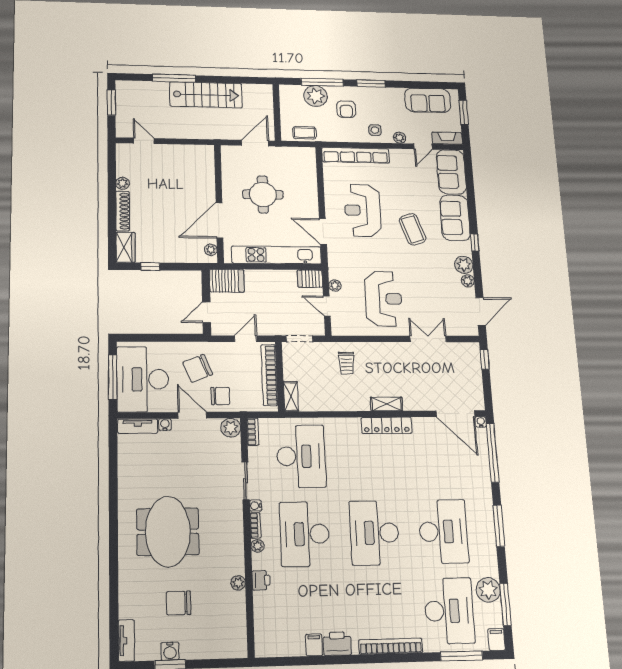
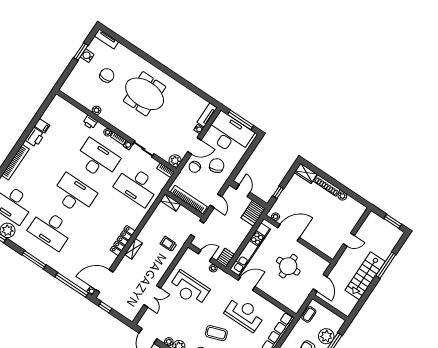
door: (144, 141) -> (349, 240), moved
door: (219, 220) -> (289, 233), hinge flipped
window: (150, 266) -> (278, 192), moved
window: (485, 359) -> (105, 307), moved

